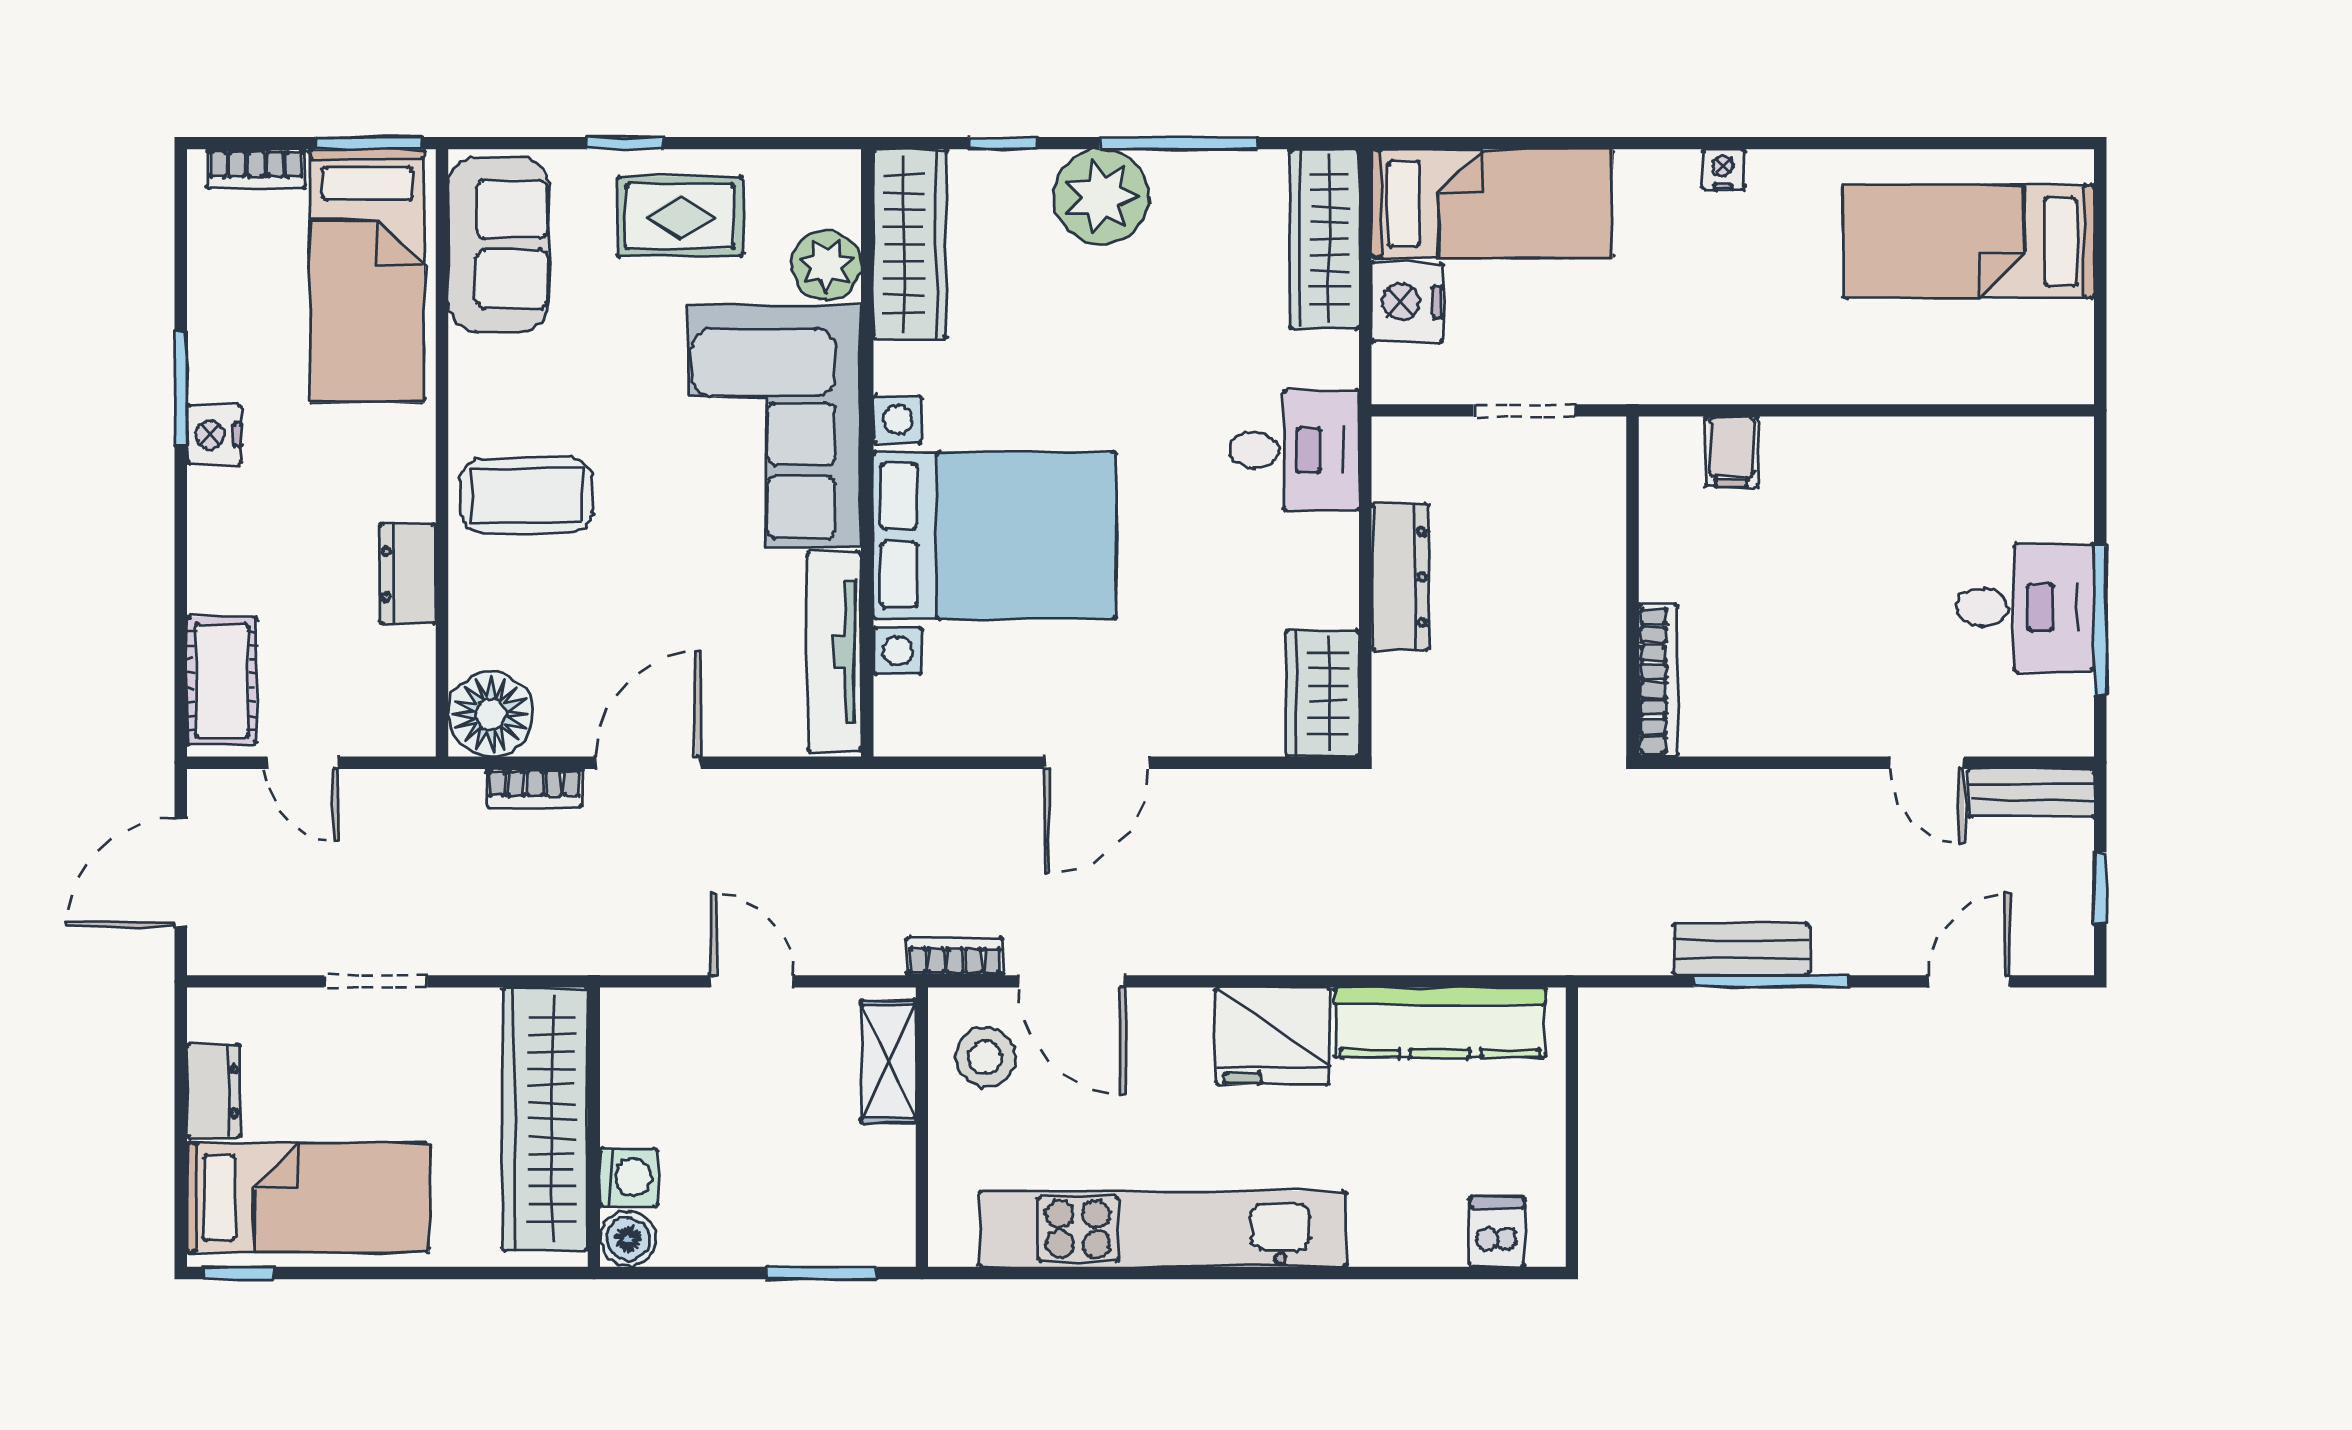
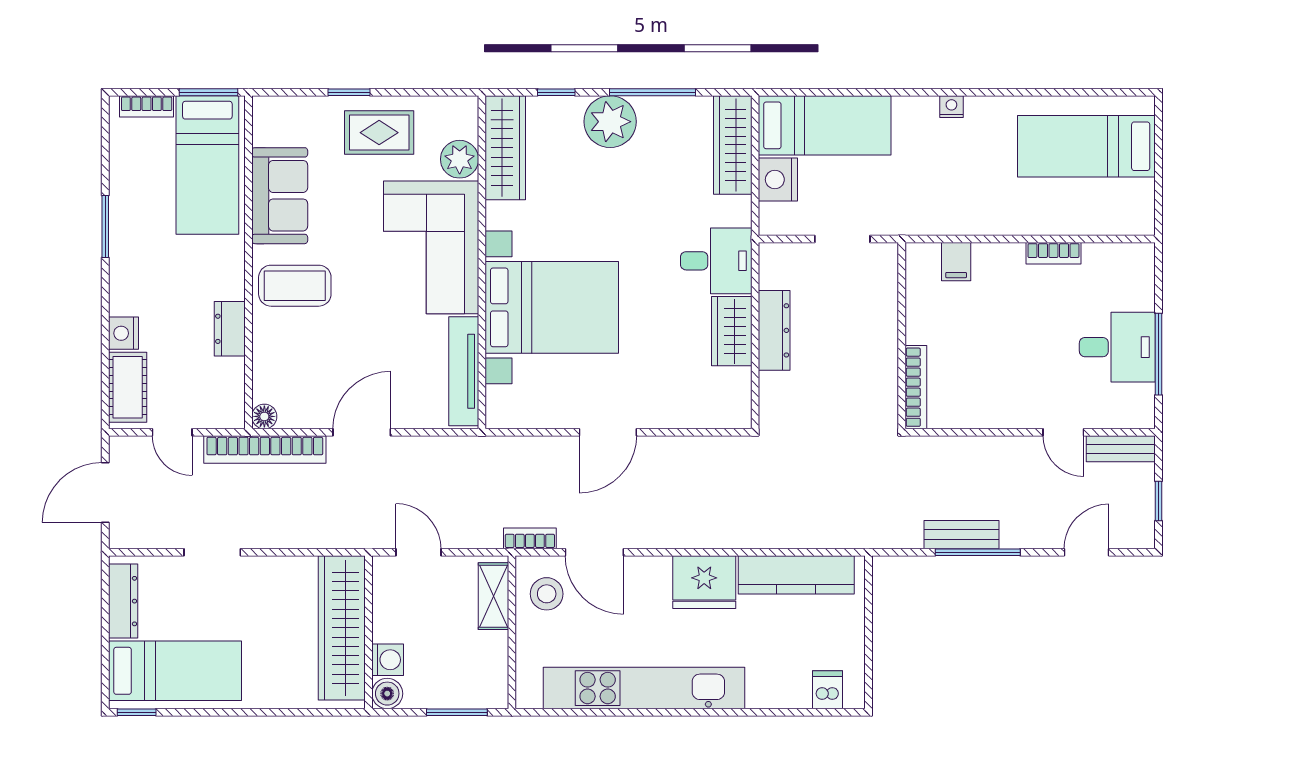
sofa: (499, 244) -> (280, 196), moved
nightstand: (214, 435) -> (124, 333), moved
bookcase: (1909, 436) -> (1053, 253), added
wardrobe: (1323, 693) -> (732, 331), moved
floor lamp: (491, 714) -> (264, 416), width x0.53, depth x0.53
bookcase: (535, 788) -> (265, 449), width x2.31, depth x1.31
dresser: (213, 1091) -> (123, 601), width x1.44
wardrobe: (545, 1119) -> (342, 628), moved
wall: (594, 1127) -> (369, 632), moved
washing machine: (629, 1177) -> (388, 660), moved
boiler: (628, 1239) -> (387, 694), moved

